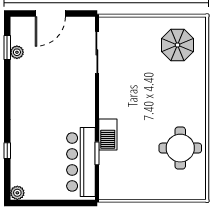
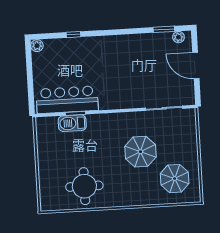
plant: (17, 52) -> (178, 37), moved
parasol: (145, 82) -> (140, 152), added
barbecue: (108, 135) -> (72, 123), moved

